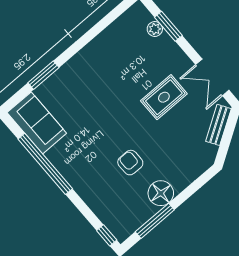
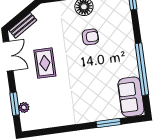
rug: (164, 97) -> (45, 63), turned 90
armchair: (130, 163) -> (90, 37), turned -90

